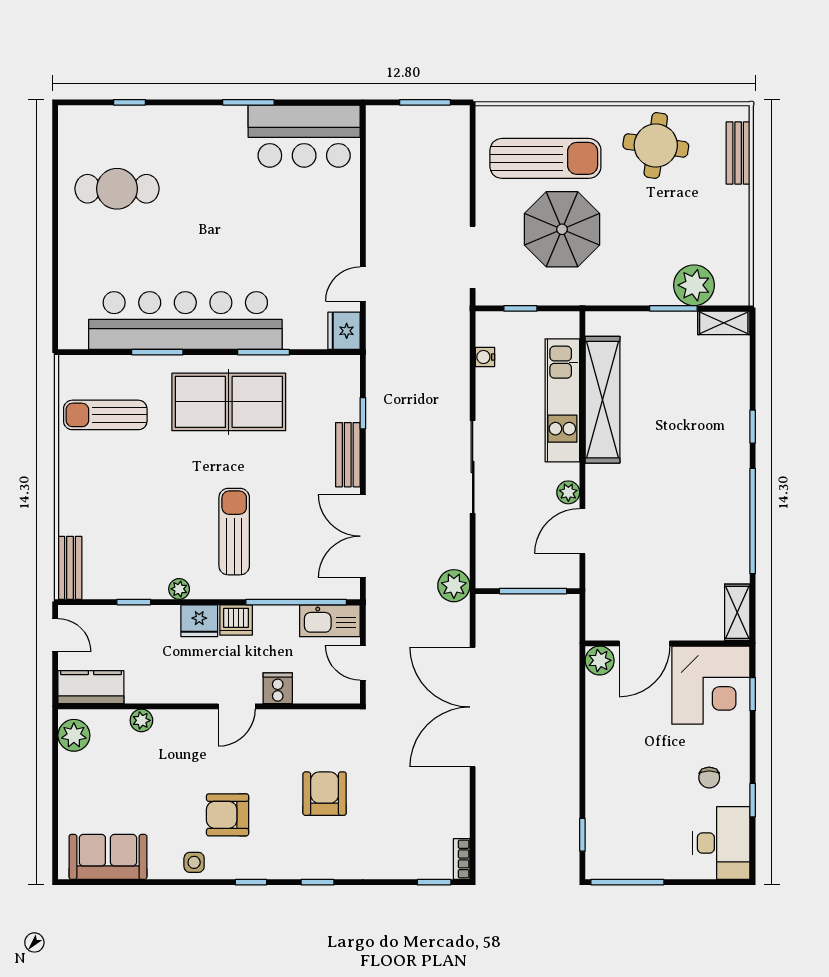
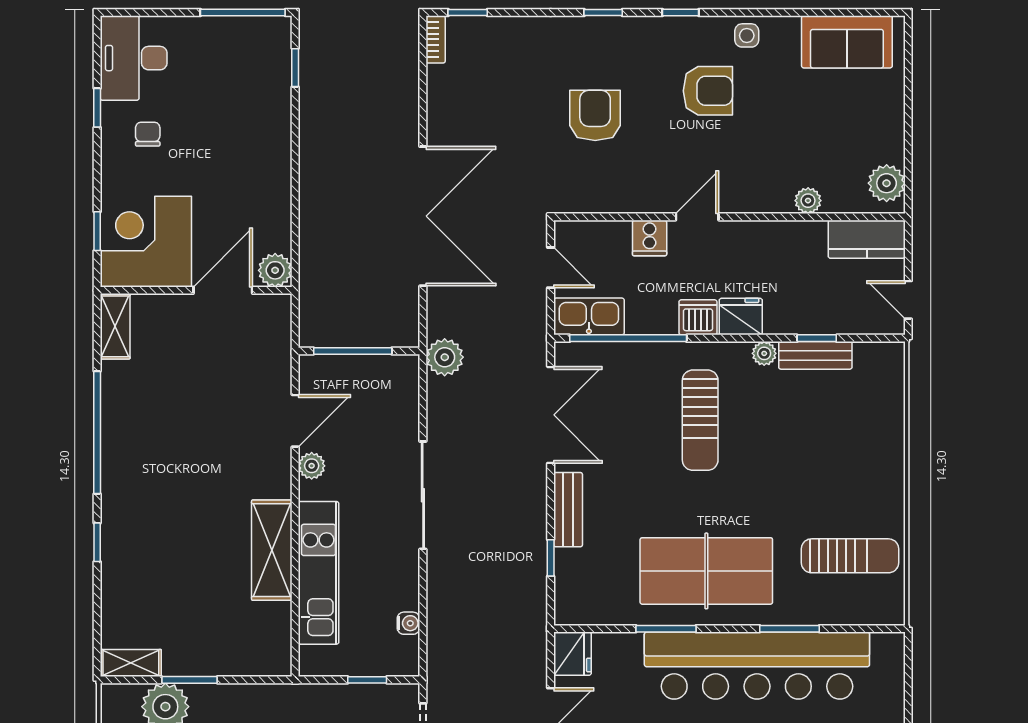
shelving: (602, 400) -> (272, 550), width x0.68
bench: (70, 568) -> (815, 355), moved, turned 90
armchair: (325, 794) -> (595, 115), turned 180

